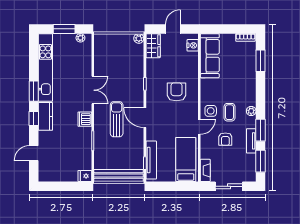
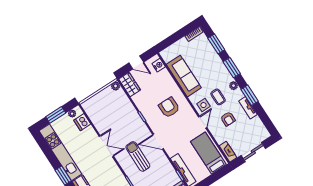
door: (173, 29) -> (136, 63), swing flipped
sofa: (210, 56) -> (184, 76), moved
dishwasher: (85, 119) -> (82, 122), moved
window: (261, 161) -> (232, 68), moved

